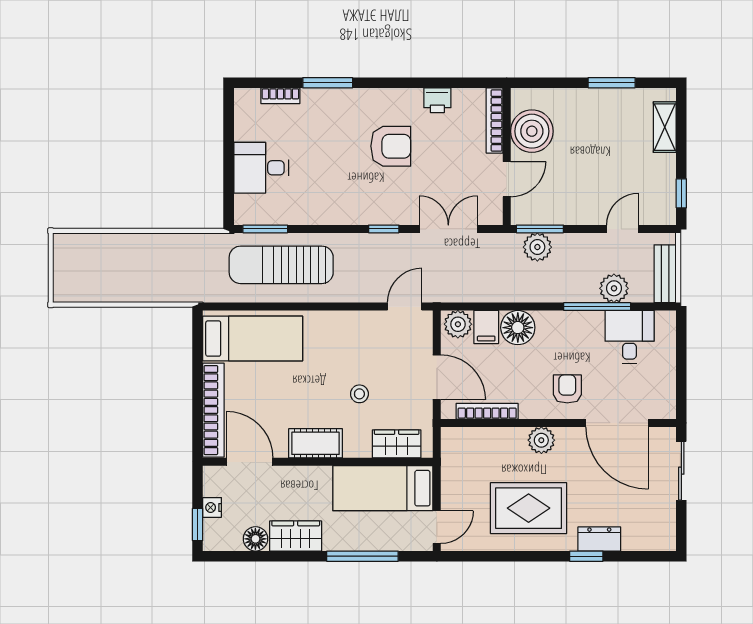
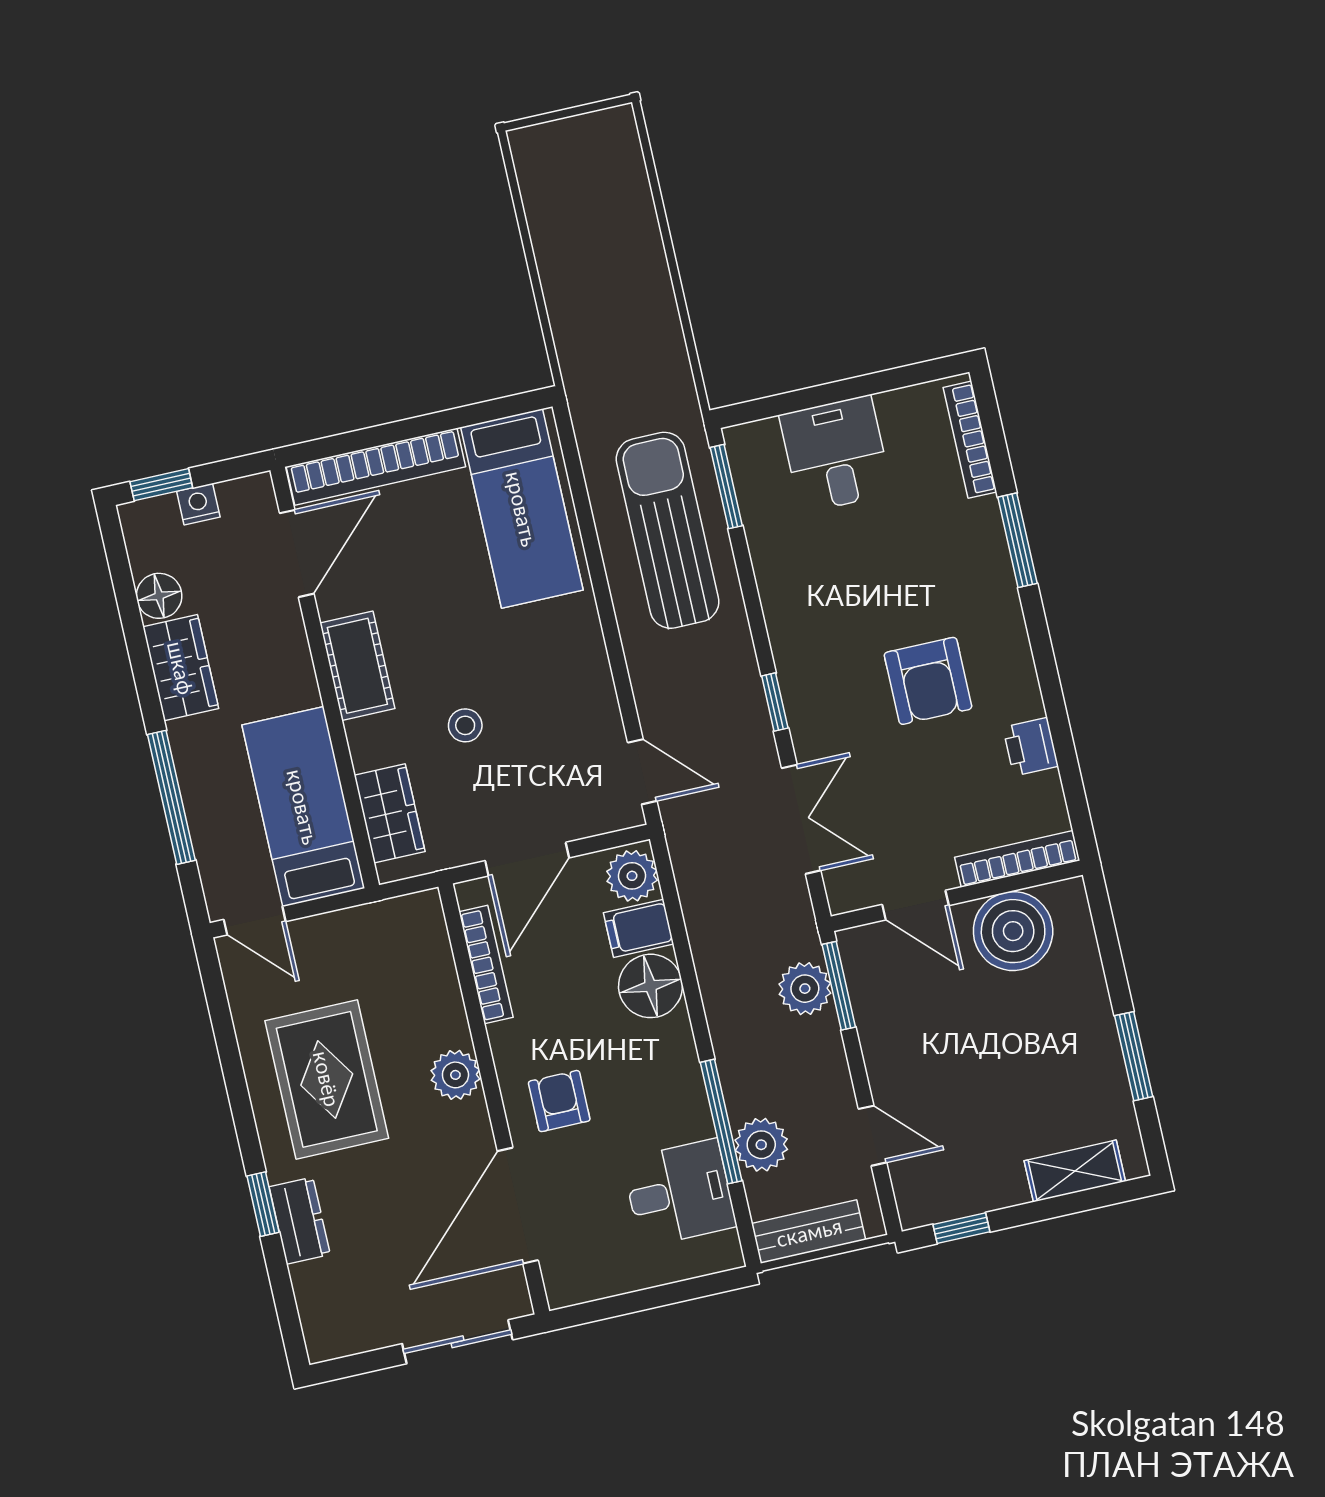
bookcase: (280, 96) -> (970, 440), width x1.56
armchair: (567, 389) -> (559, 1101), turned -90

